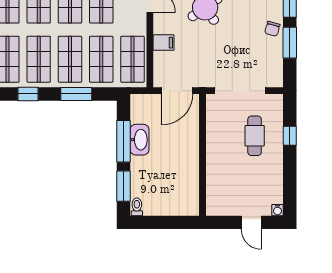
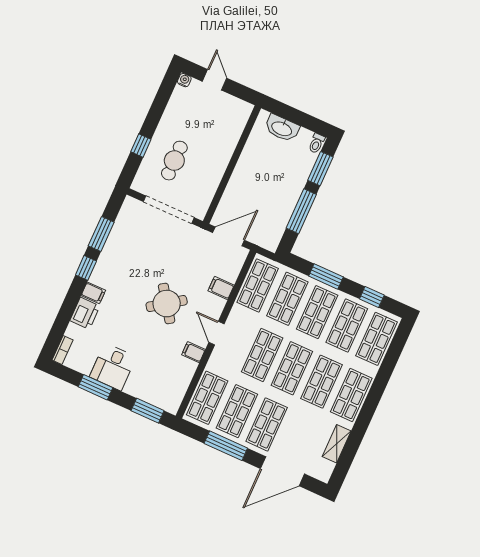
chair: (272, 29) -> (112, 255), removed
washbasin: (139, 140) -> (282, 128), moved, turned -90

